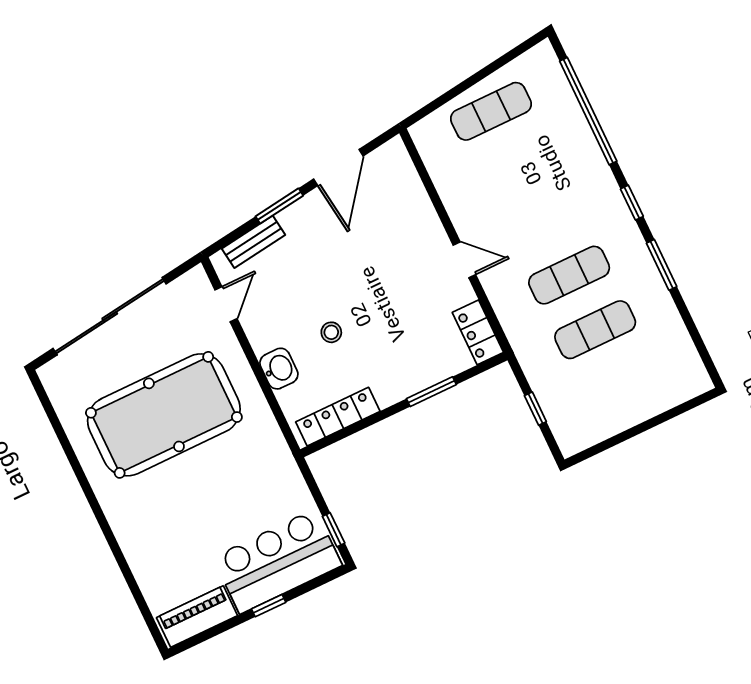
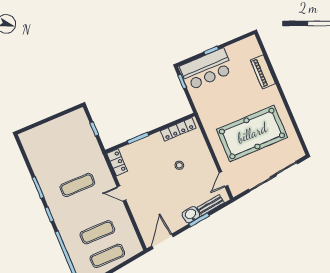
door: (338, 168) -> (162, 241), moved
exercise mat: (595, 330) -> (97, 232), moved
washbasin: (279, 369) -> (191, 215), moved, turned 82
piano: (197, 617) -> (263, 72), moved, turned 90

